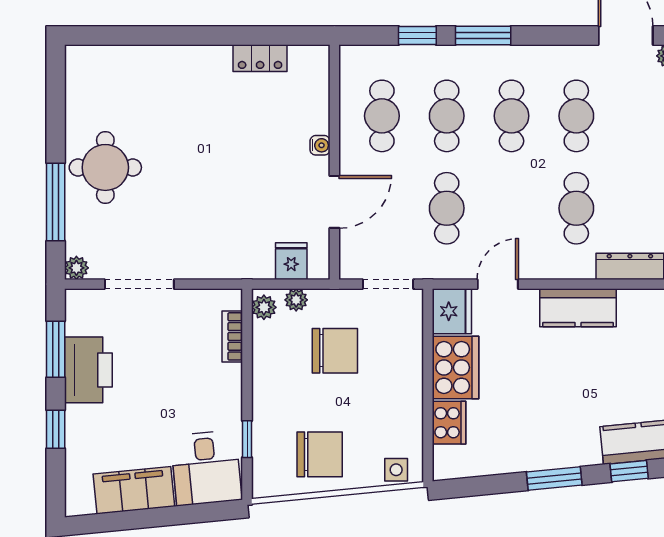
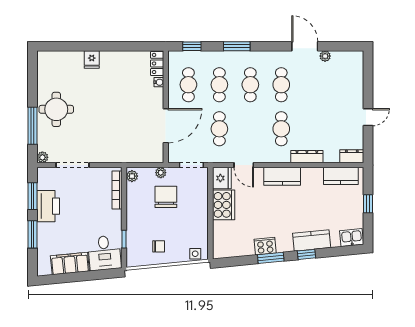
window: (417, 35) -> (192, 46), moved
locker: (260, 58) -> (157, 63), moved, turned 90
water cooler: (320, 145) -> (159, 82), moved
door: (334, 202) -> (166, 126), width x1.36
fridge: (291, 261) -> (92, 59), moved, turned 180
door: (498, 284) -> (244, 165), swing flipped
plant: (296, 300) -> (161, 173), moved
bookcase: (232, 336) -> (117, 190), width x1.56
chair: (335, 351) -> (166, 197), turned -90
cooker: (449, 423) -> (265, 246), moved, turned -96
window: (56, 429) -> (33, 234), width x1.50
chair: (320, 454) -> (159, 246), width x0.54, depth x0.54

